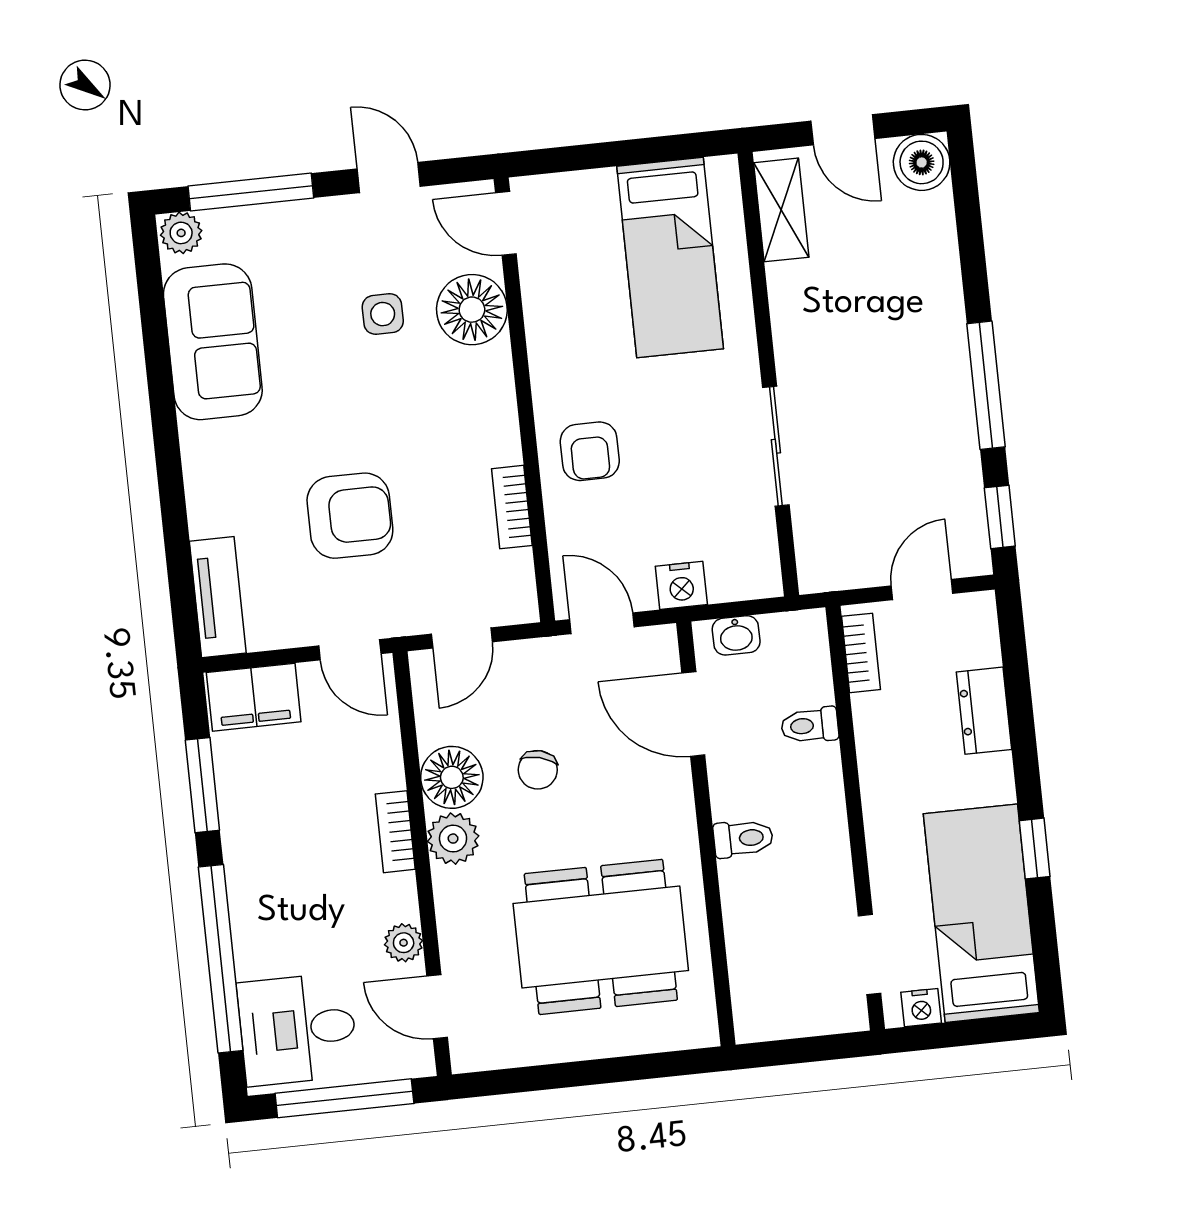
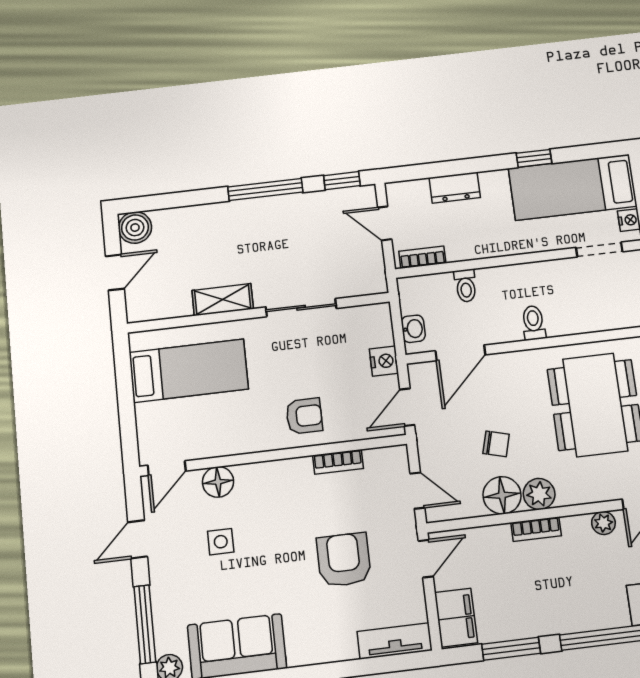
shelving: (781, 210) -> (223, 300), moved
floor lamp: (472, 310) -> (218, 482), width x0.73, depth x0.73

